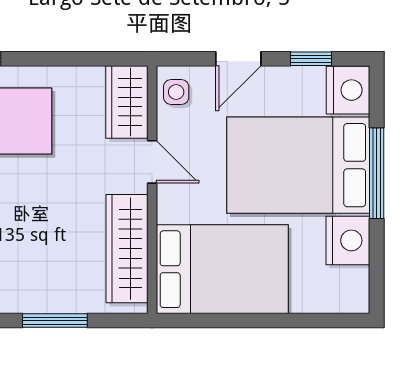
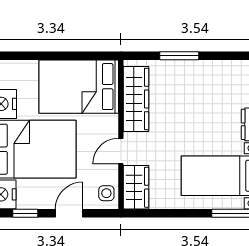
door: (152, 162) -> (121, 151), hinge flipped

